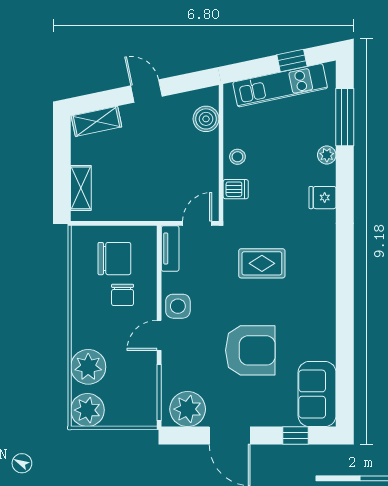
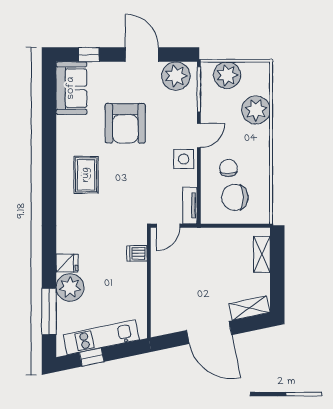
door: (146, 91) -> (209, 333), width x1.88
boiler: (206, 119) -> (161, 310), removed
plant: (327, 155) -> (70, 287), width x1.87, depth x1.87
stool: (237, 157) -> (136, 280), removed
fridge: (323, 198) -> (67, 263), moved
rug: (262, 263) -> (86, 175), moved, turned 90
armchair: (250, 350) -> (125, 123), turned -90
plant: (87, 410) -> (227, 75), moved

